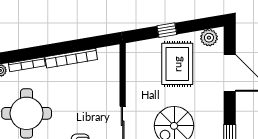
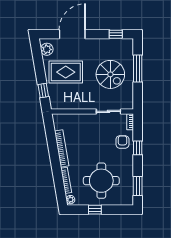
window: (167, 30) -> (43, 91), moved

